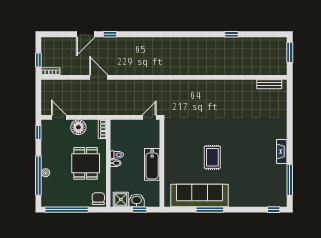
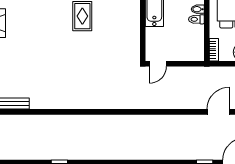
door: (99, 77) -> (218, 112), swing flipped

